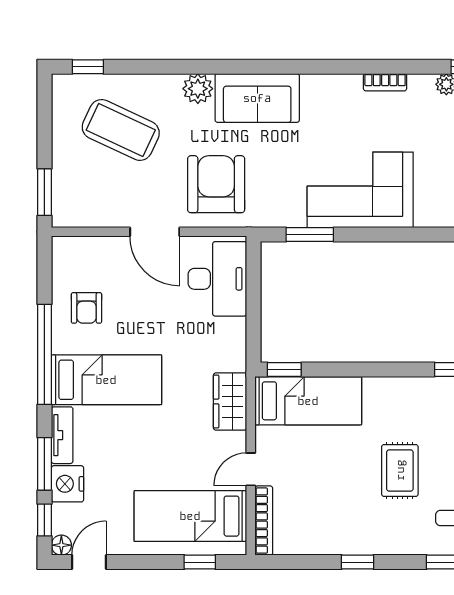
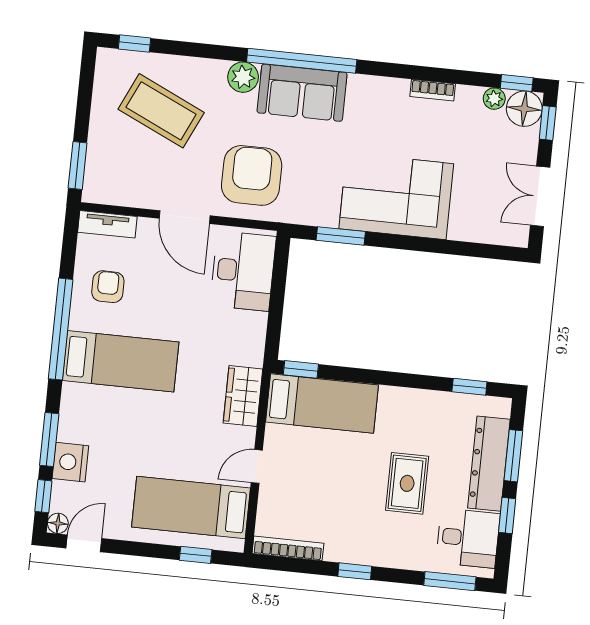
window: (254, 67) -> (302, 61), added
armchair: (86, 308) -> (108, 287), turned 180
tv unit: (62, 435) -> (107, 224), moved, turned 90
bookcase: (264, 521) -> (288, 548), moved, turned -90

